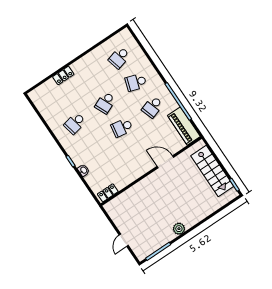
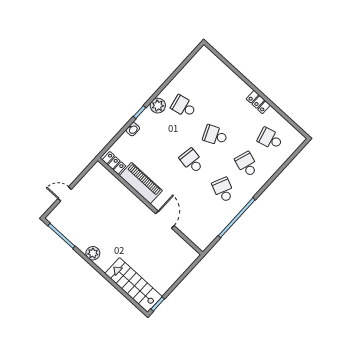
locker: (63, 75) -> (258, 102), moved
school desk: (152, 107) -> (223, 190), turned 42
piano: (184, 126) -> (141, 183), moved, turned 90
plant: (69, 145) -> (158, 106), added
stairs: (212, 171) -> (134, 285), moved, turned 90

